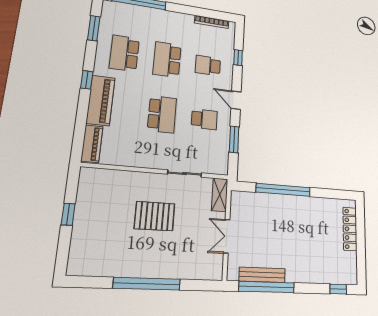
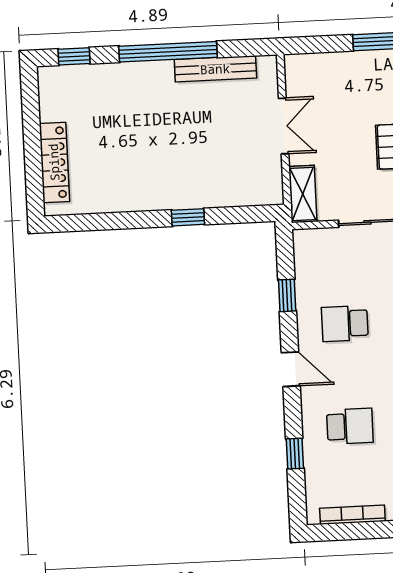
window: (234, 139) -> (287, 295), width x0.67
window: (283, 190) -> (188, 217), width x0.32
window: (267, 287) -> (168, 52), moved

